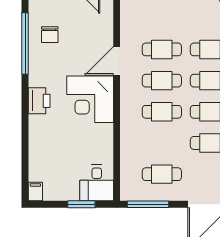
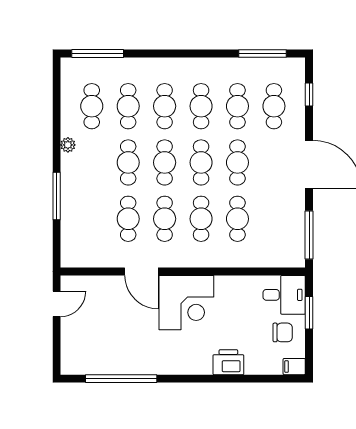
chair: (50, 35) -> (283, 332), moved
printer: (39, 101) -> (228, 362), moved
cafe table: (162, 174) -> (237, 219), moved

